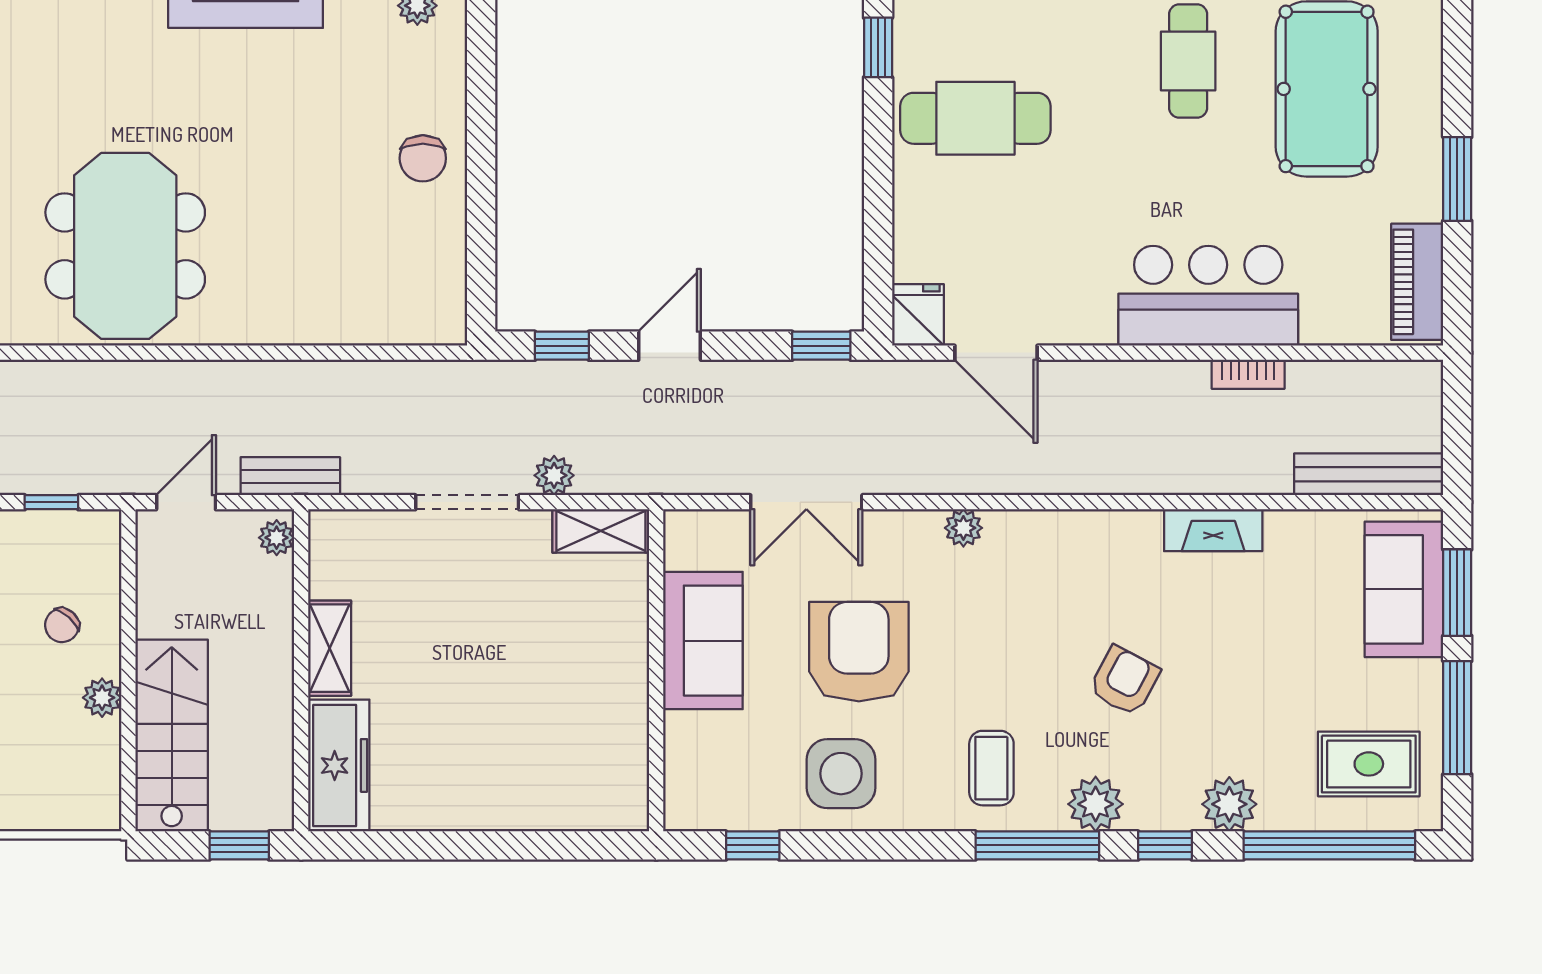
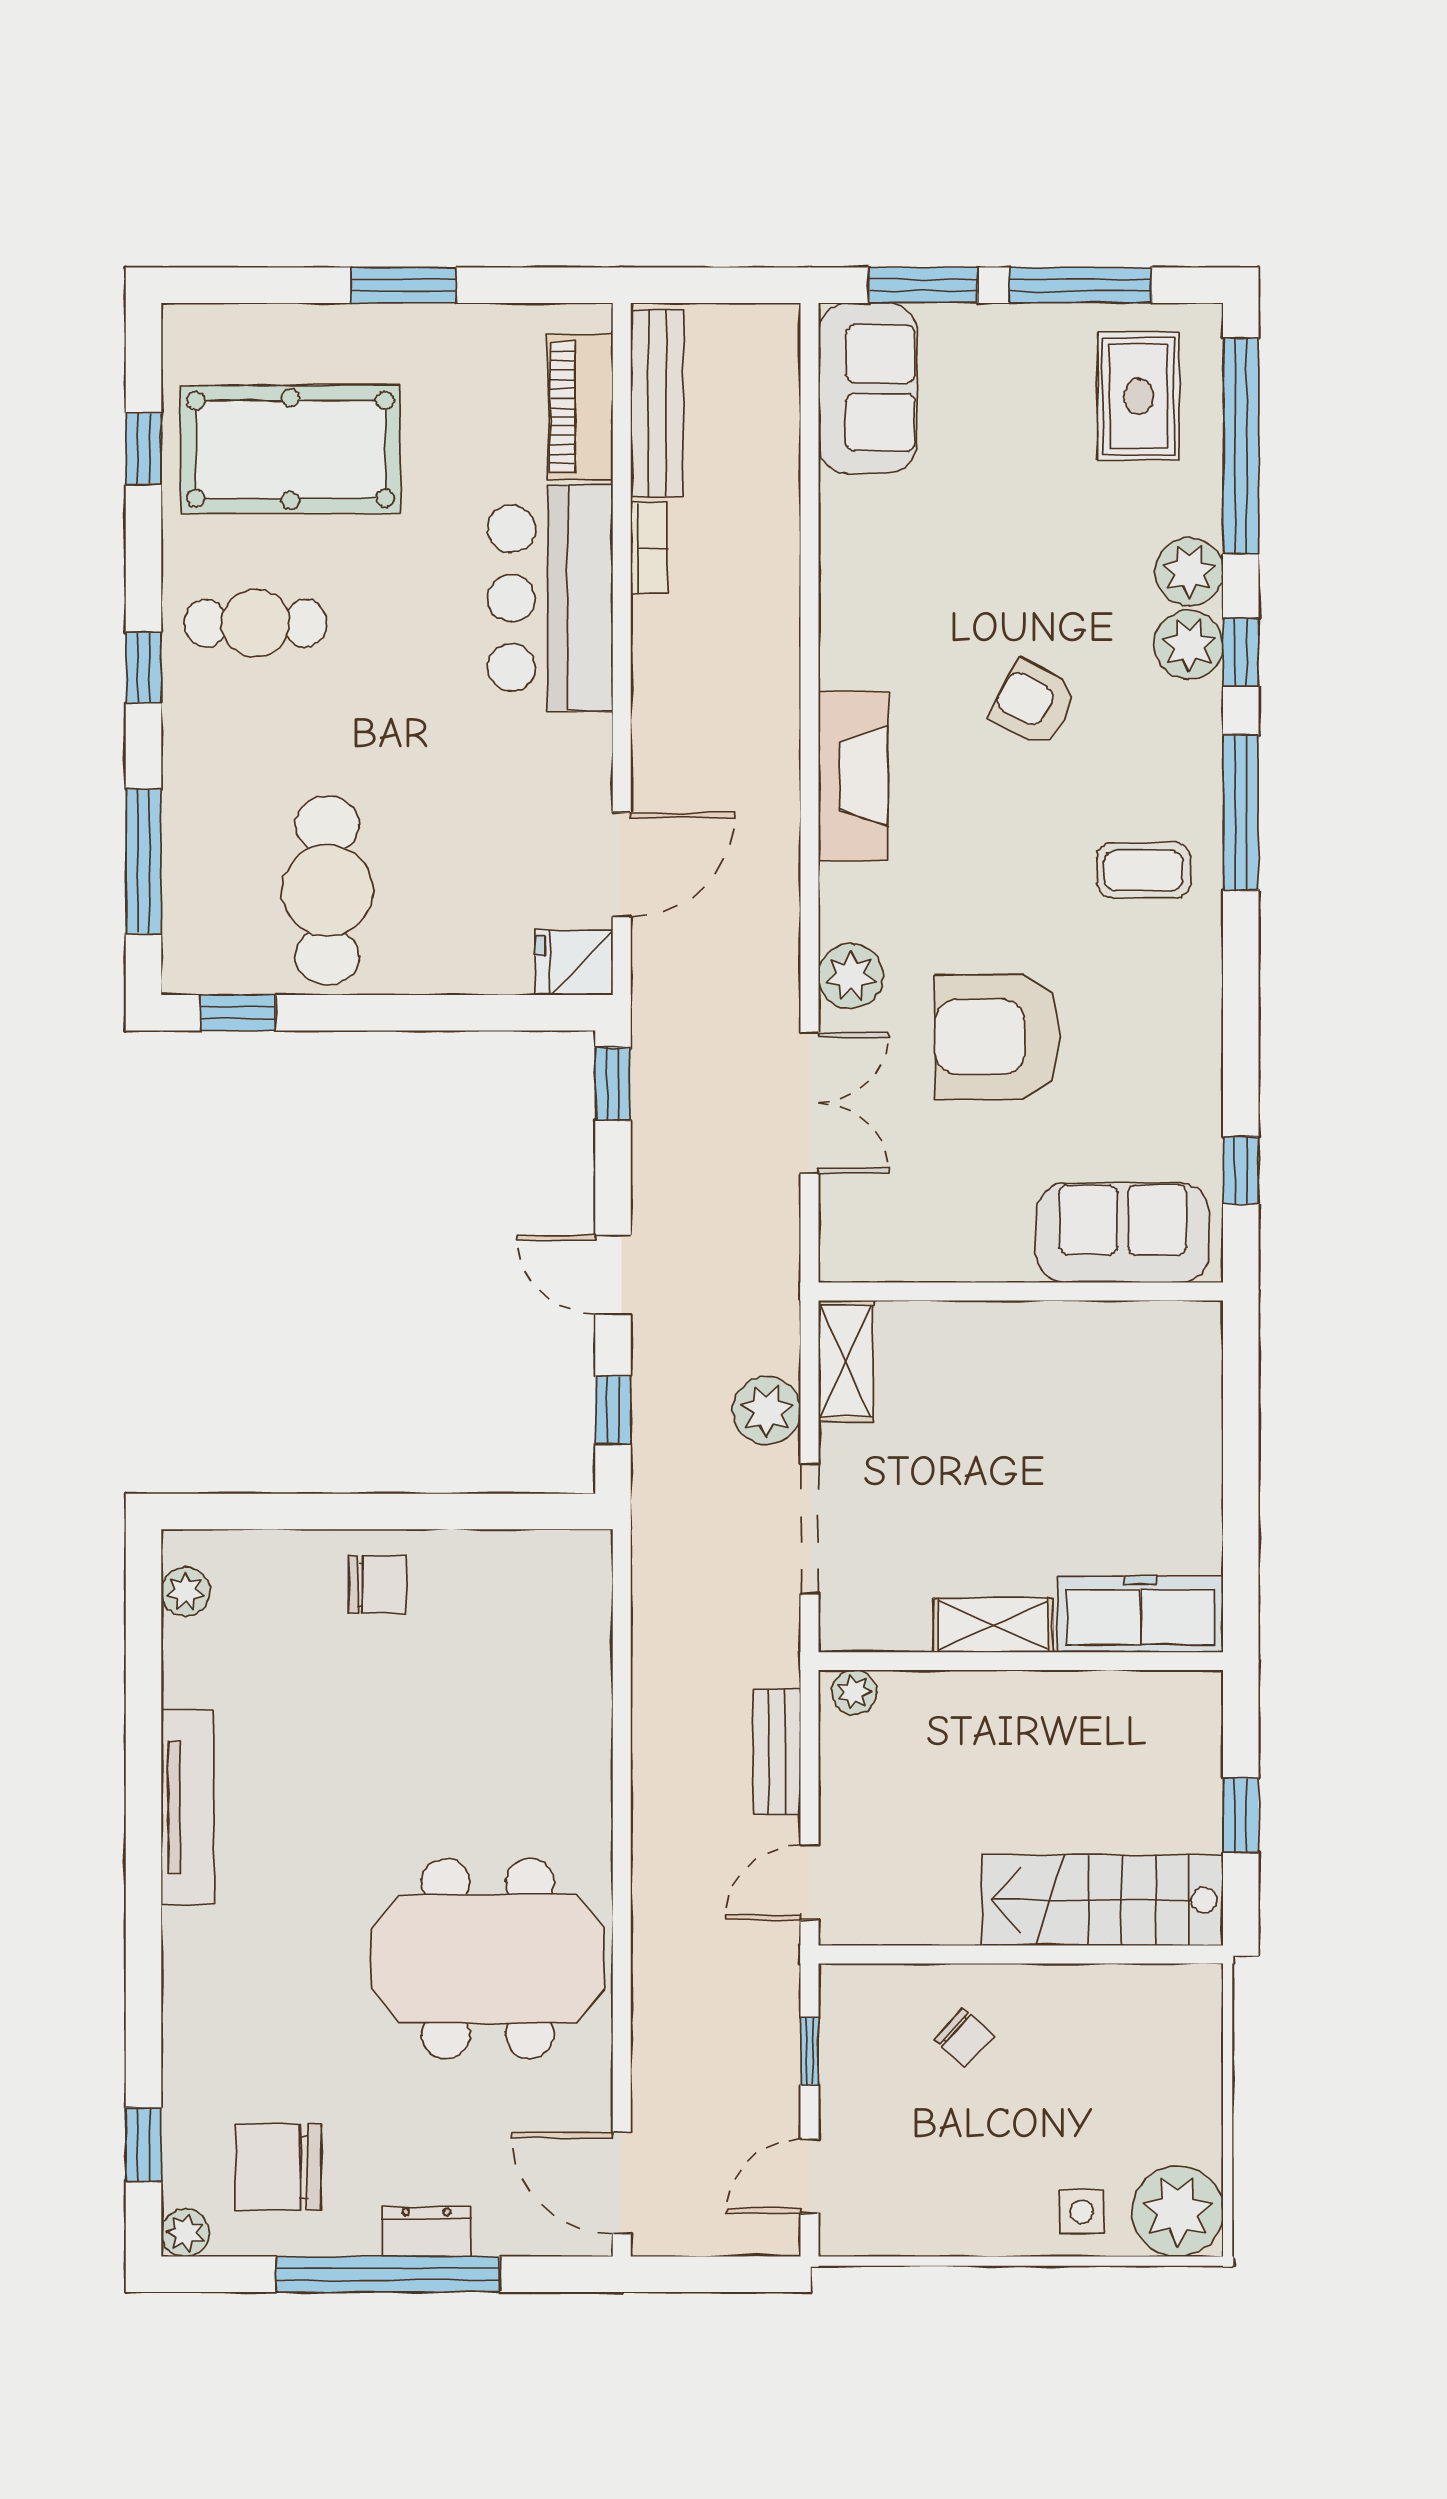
piano: (1417, 282) -> (580, 407), moved, turned 90
bench: (1369, 474) -> (657, 404), moved
plant: (554, 475) -> (767, 1411), width x1.38, depth x1.38
door: (186, 502) -> (810, 1882), hinge flipped
plant: (963, 528) -> (851, 976), moved, width x1.38, depth x1.38
fireplace: (1213, 530) -> (853, 776), moved, width x1.37, depth x1.32
plant: (277, 538) -> (854, 1692), moved
sofa: (1404, 589) -> (868, 388), moved, turned -90
sofa: (703, 641) -> (1123, 1233), moved
shelving: (330, 648) -> (993, 1625), moved
wall: (301, 670) -> (1021, 1661), moved
plant: (102, 698) -> (1055, 1988), removed
freezer: (339, 765) -> (1140, 1614), moved
side table: (841, 774) -> (1151, 1059), removed
plant: (1096, 804) -> (1189, 645), moved

